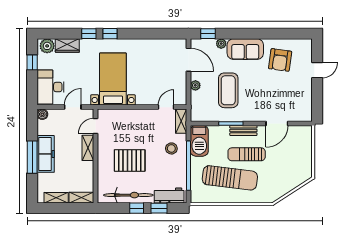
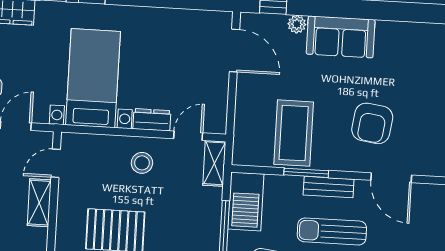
armchair: (280, 60) -> (372, 123), moved
plant: (195, 85) -> (244, 99), removed
coffee table: (228, 90) -> (294, 133), moved
dresser: (146, 100) -> (152, 120), added
door: (277, 123) -> (391, 178), hinge flipped
stool: (171, 148) -> (142, 163), moved

